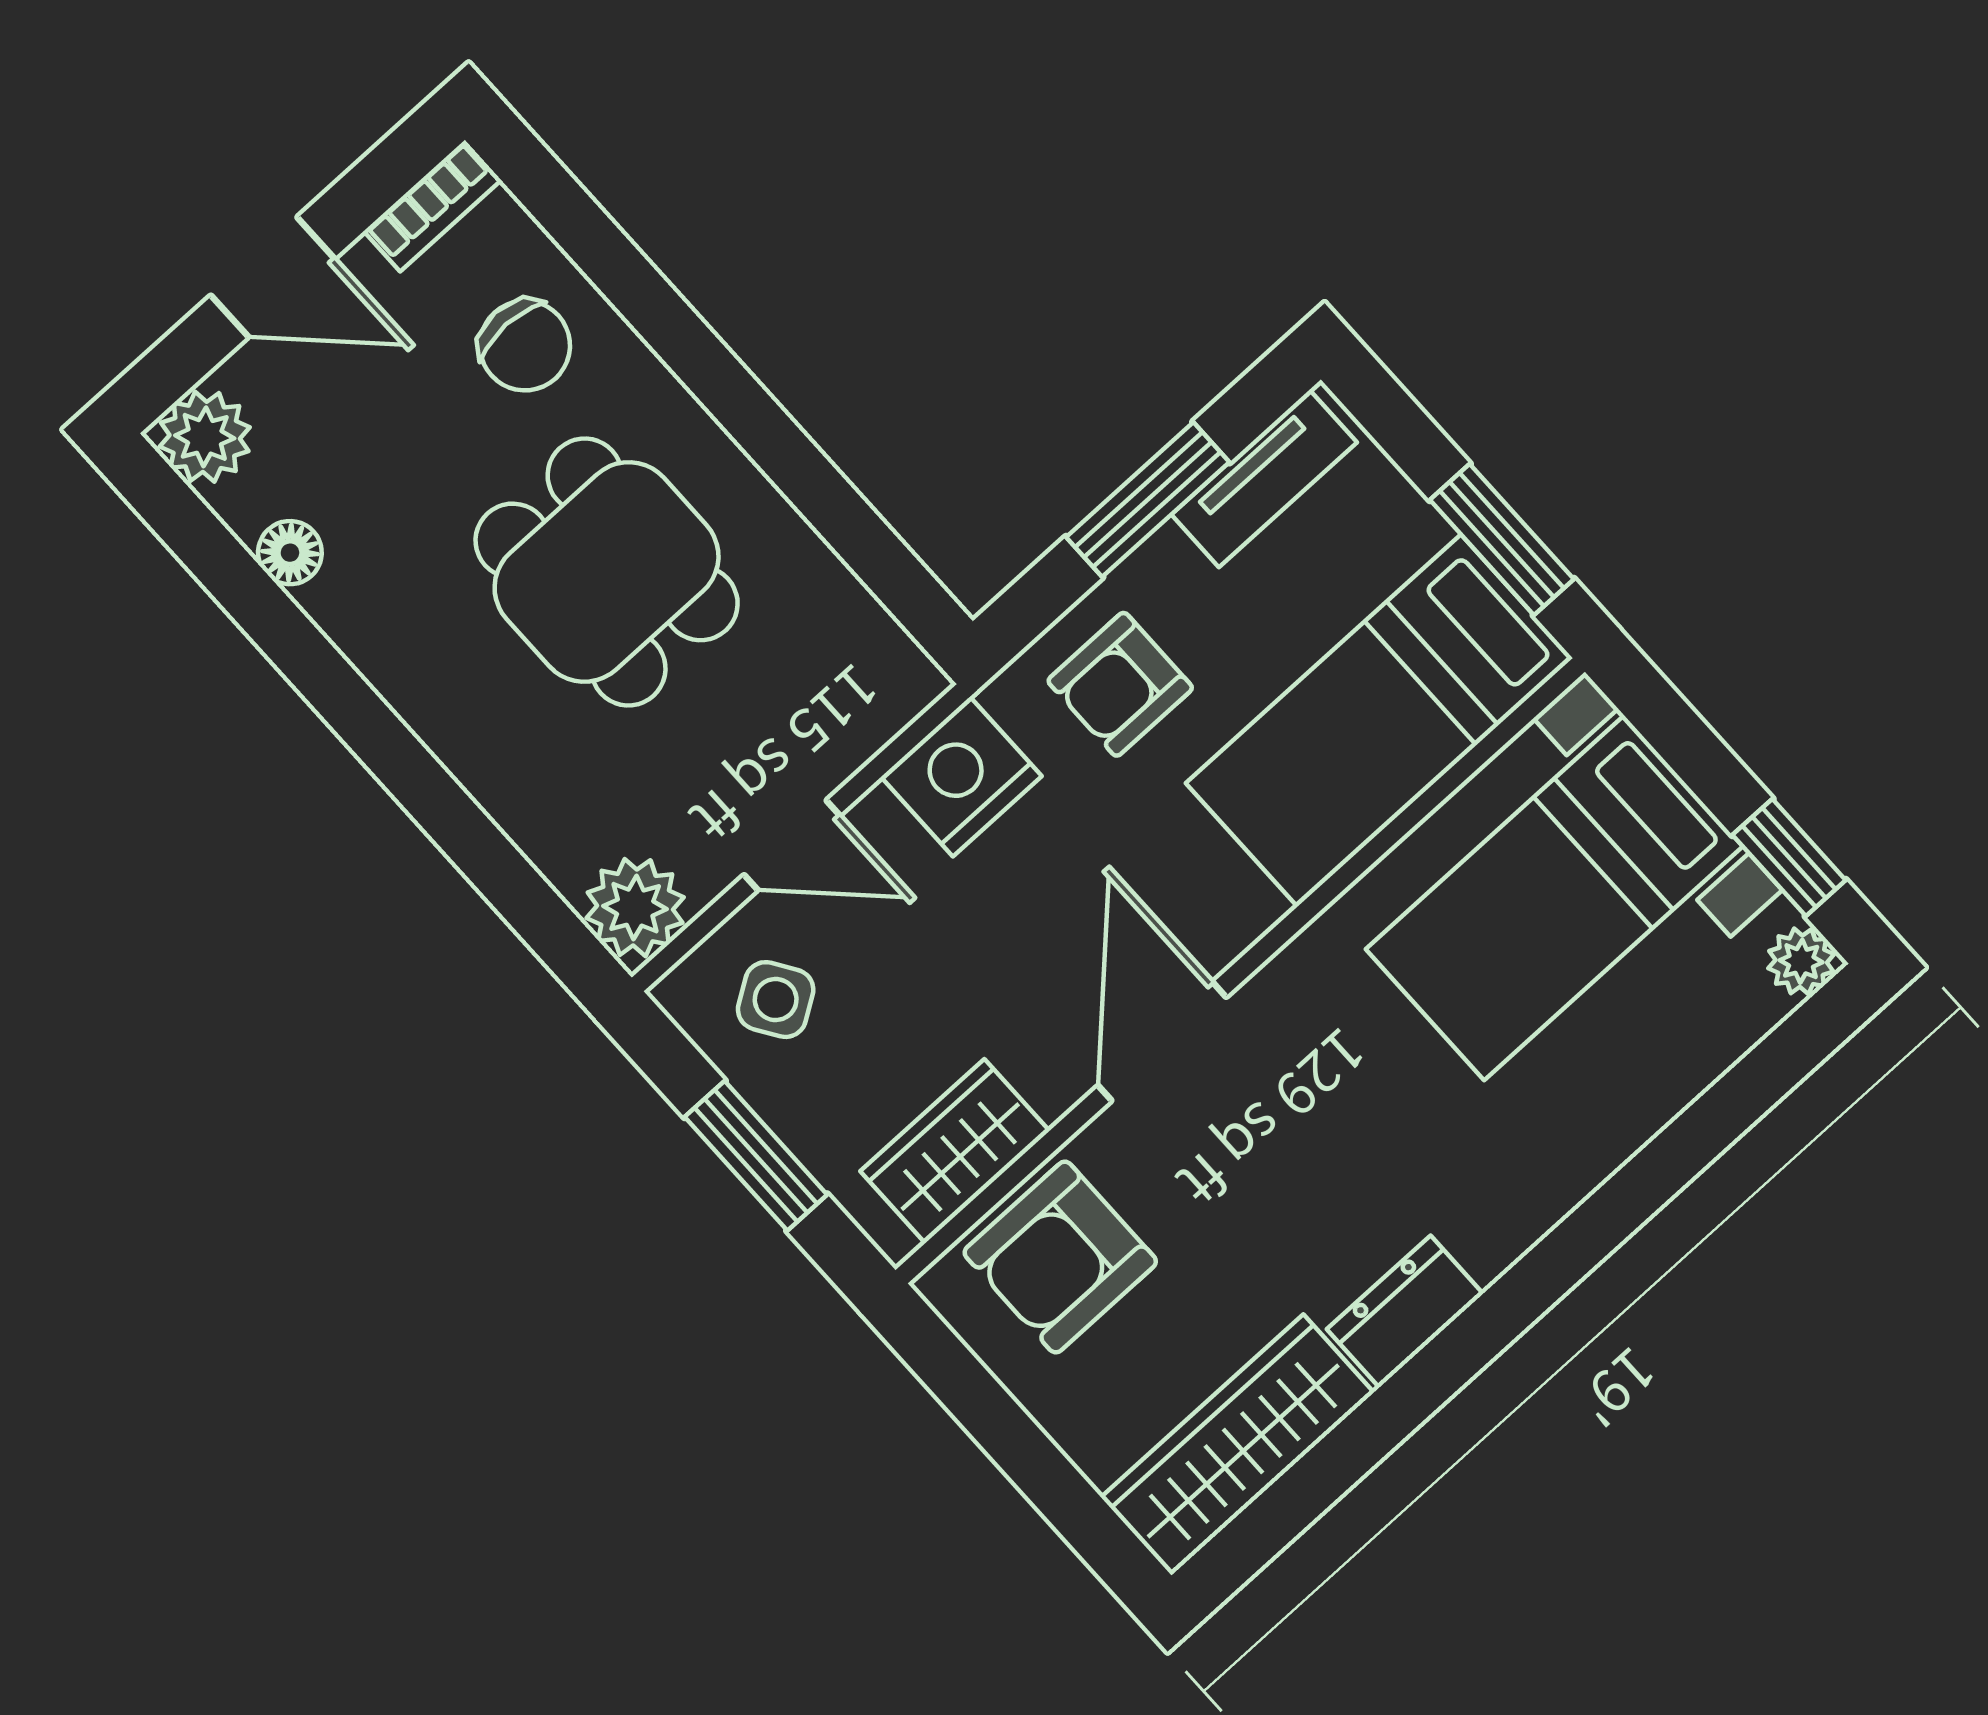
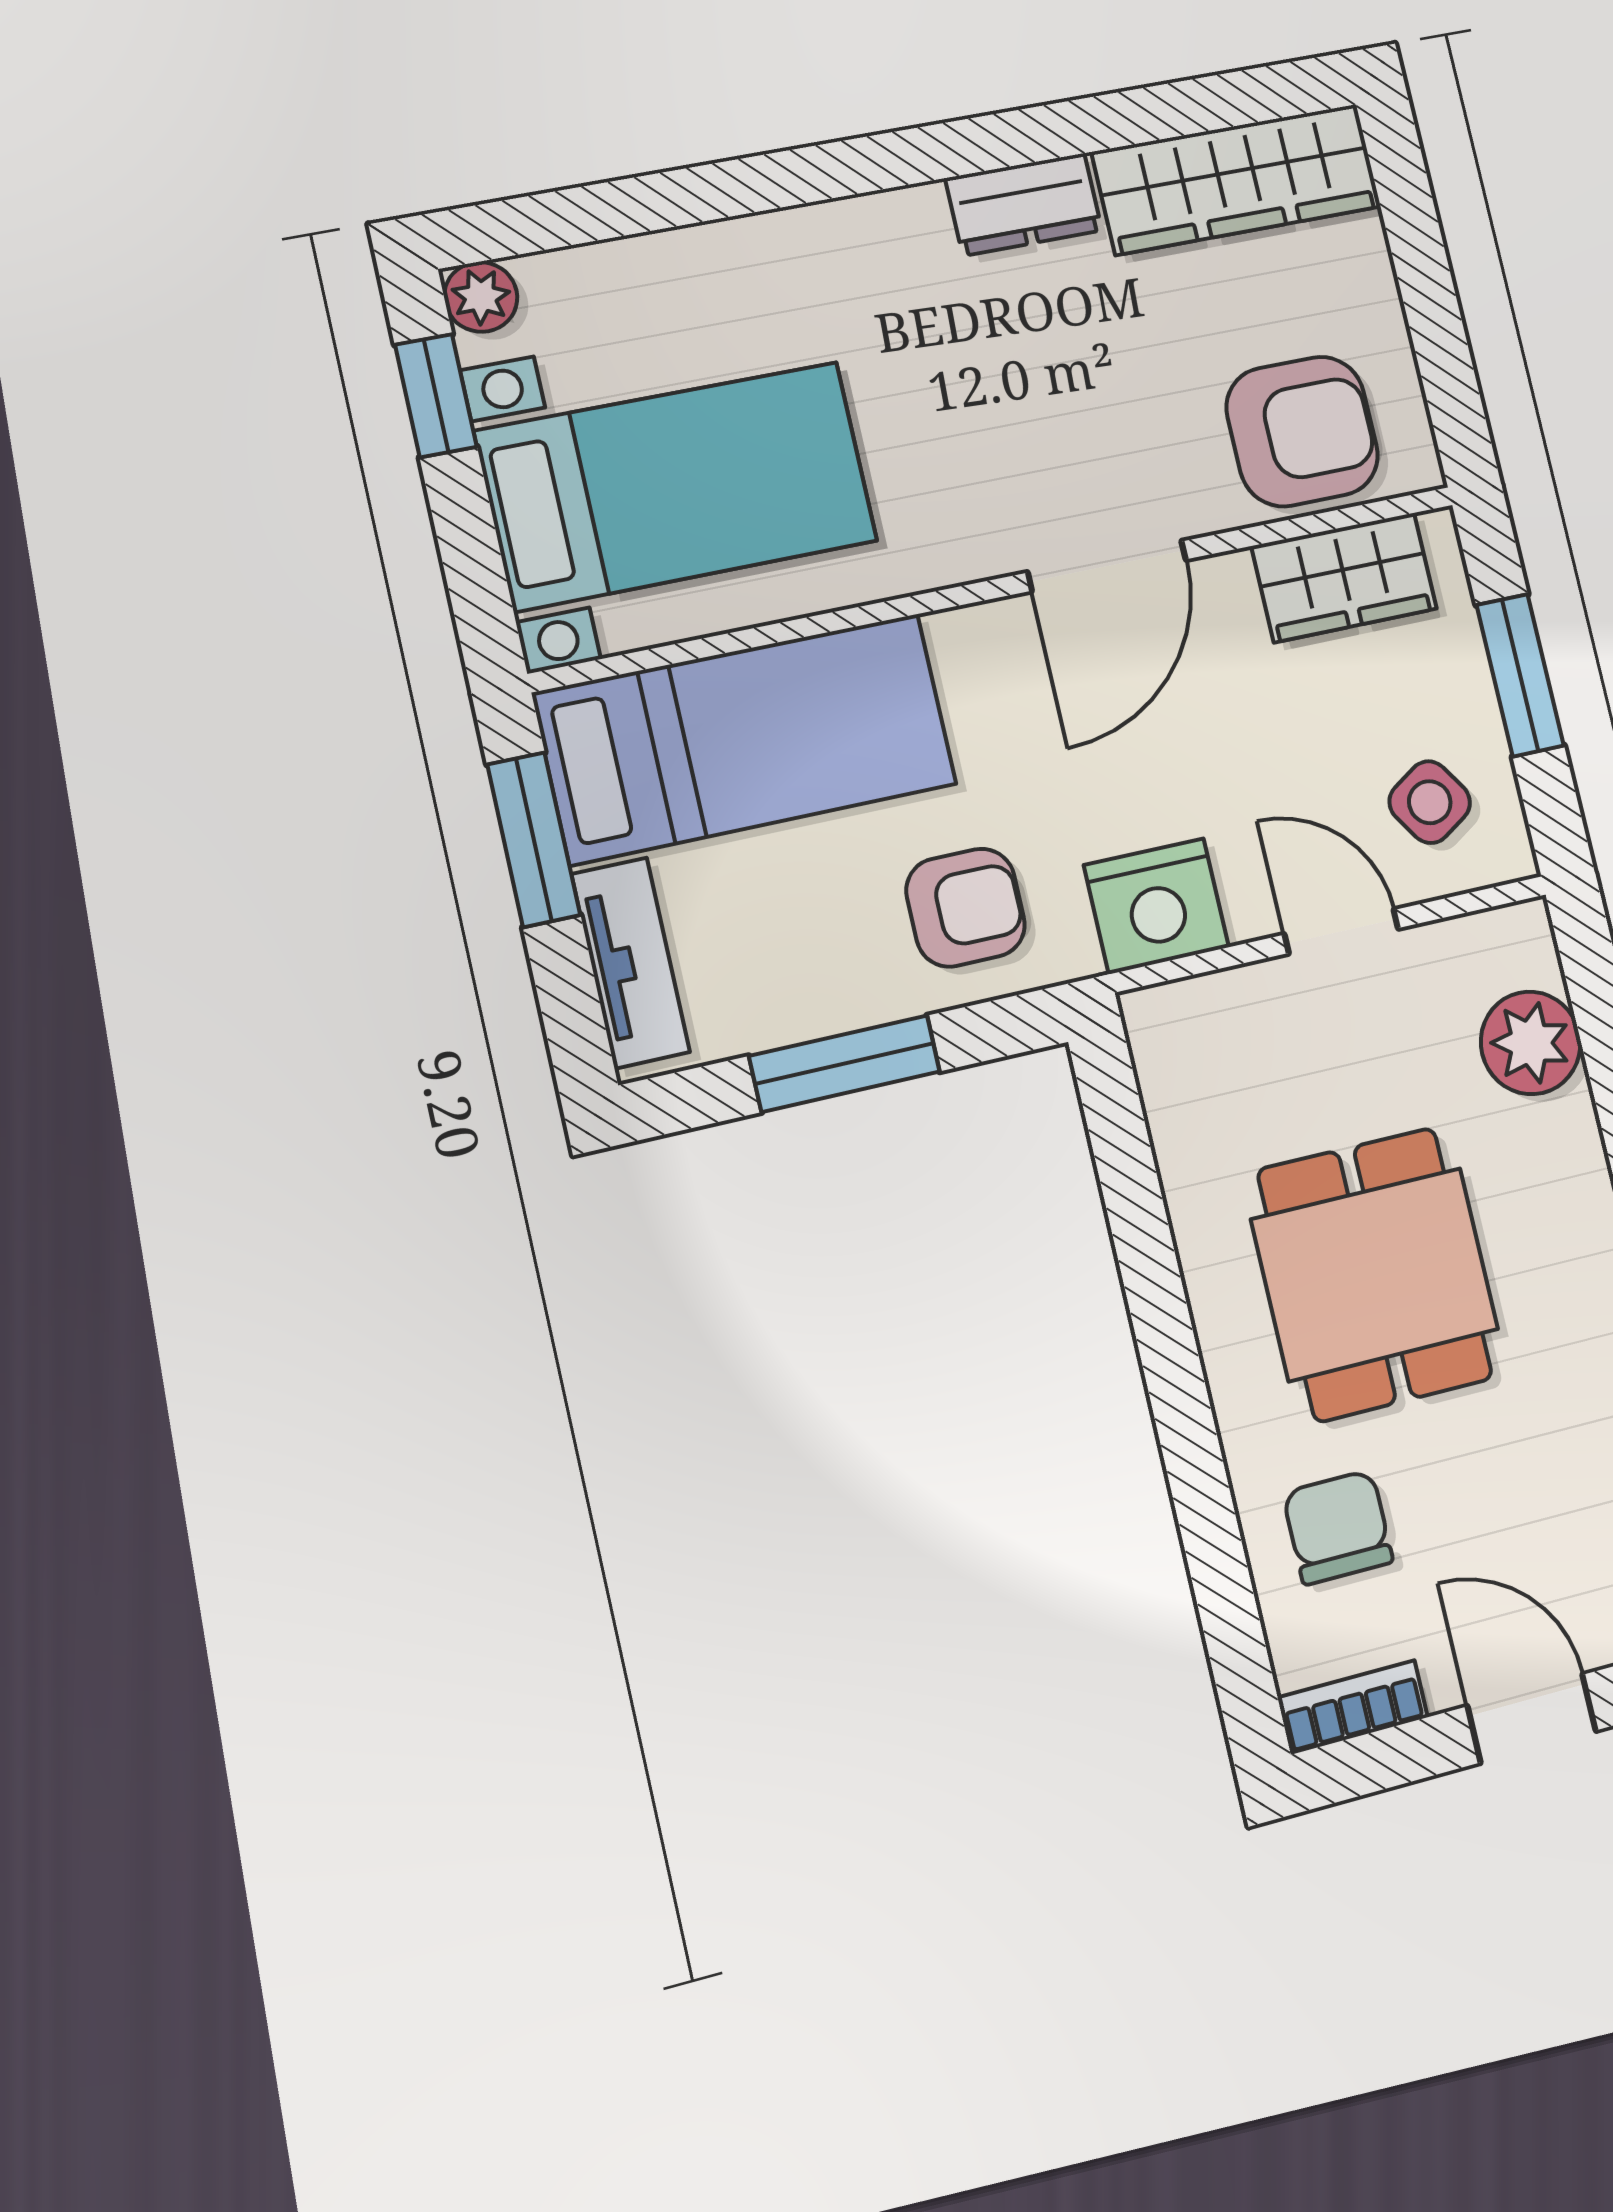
tv unit: (1264, 478) -> (631, 963), moved, turned 90
plant: (635, 908) -> (1531, 1043), moved

